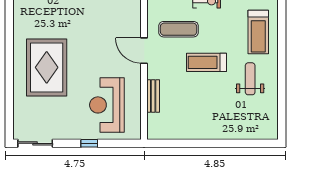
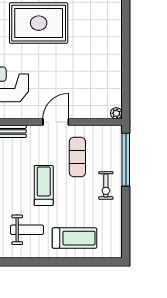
treadmill: (258, 32) -> (75, 238), turned 180

